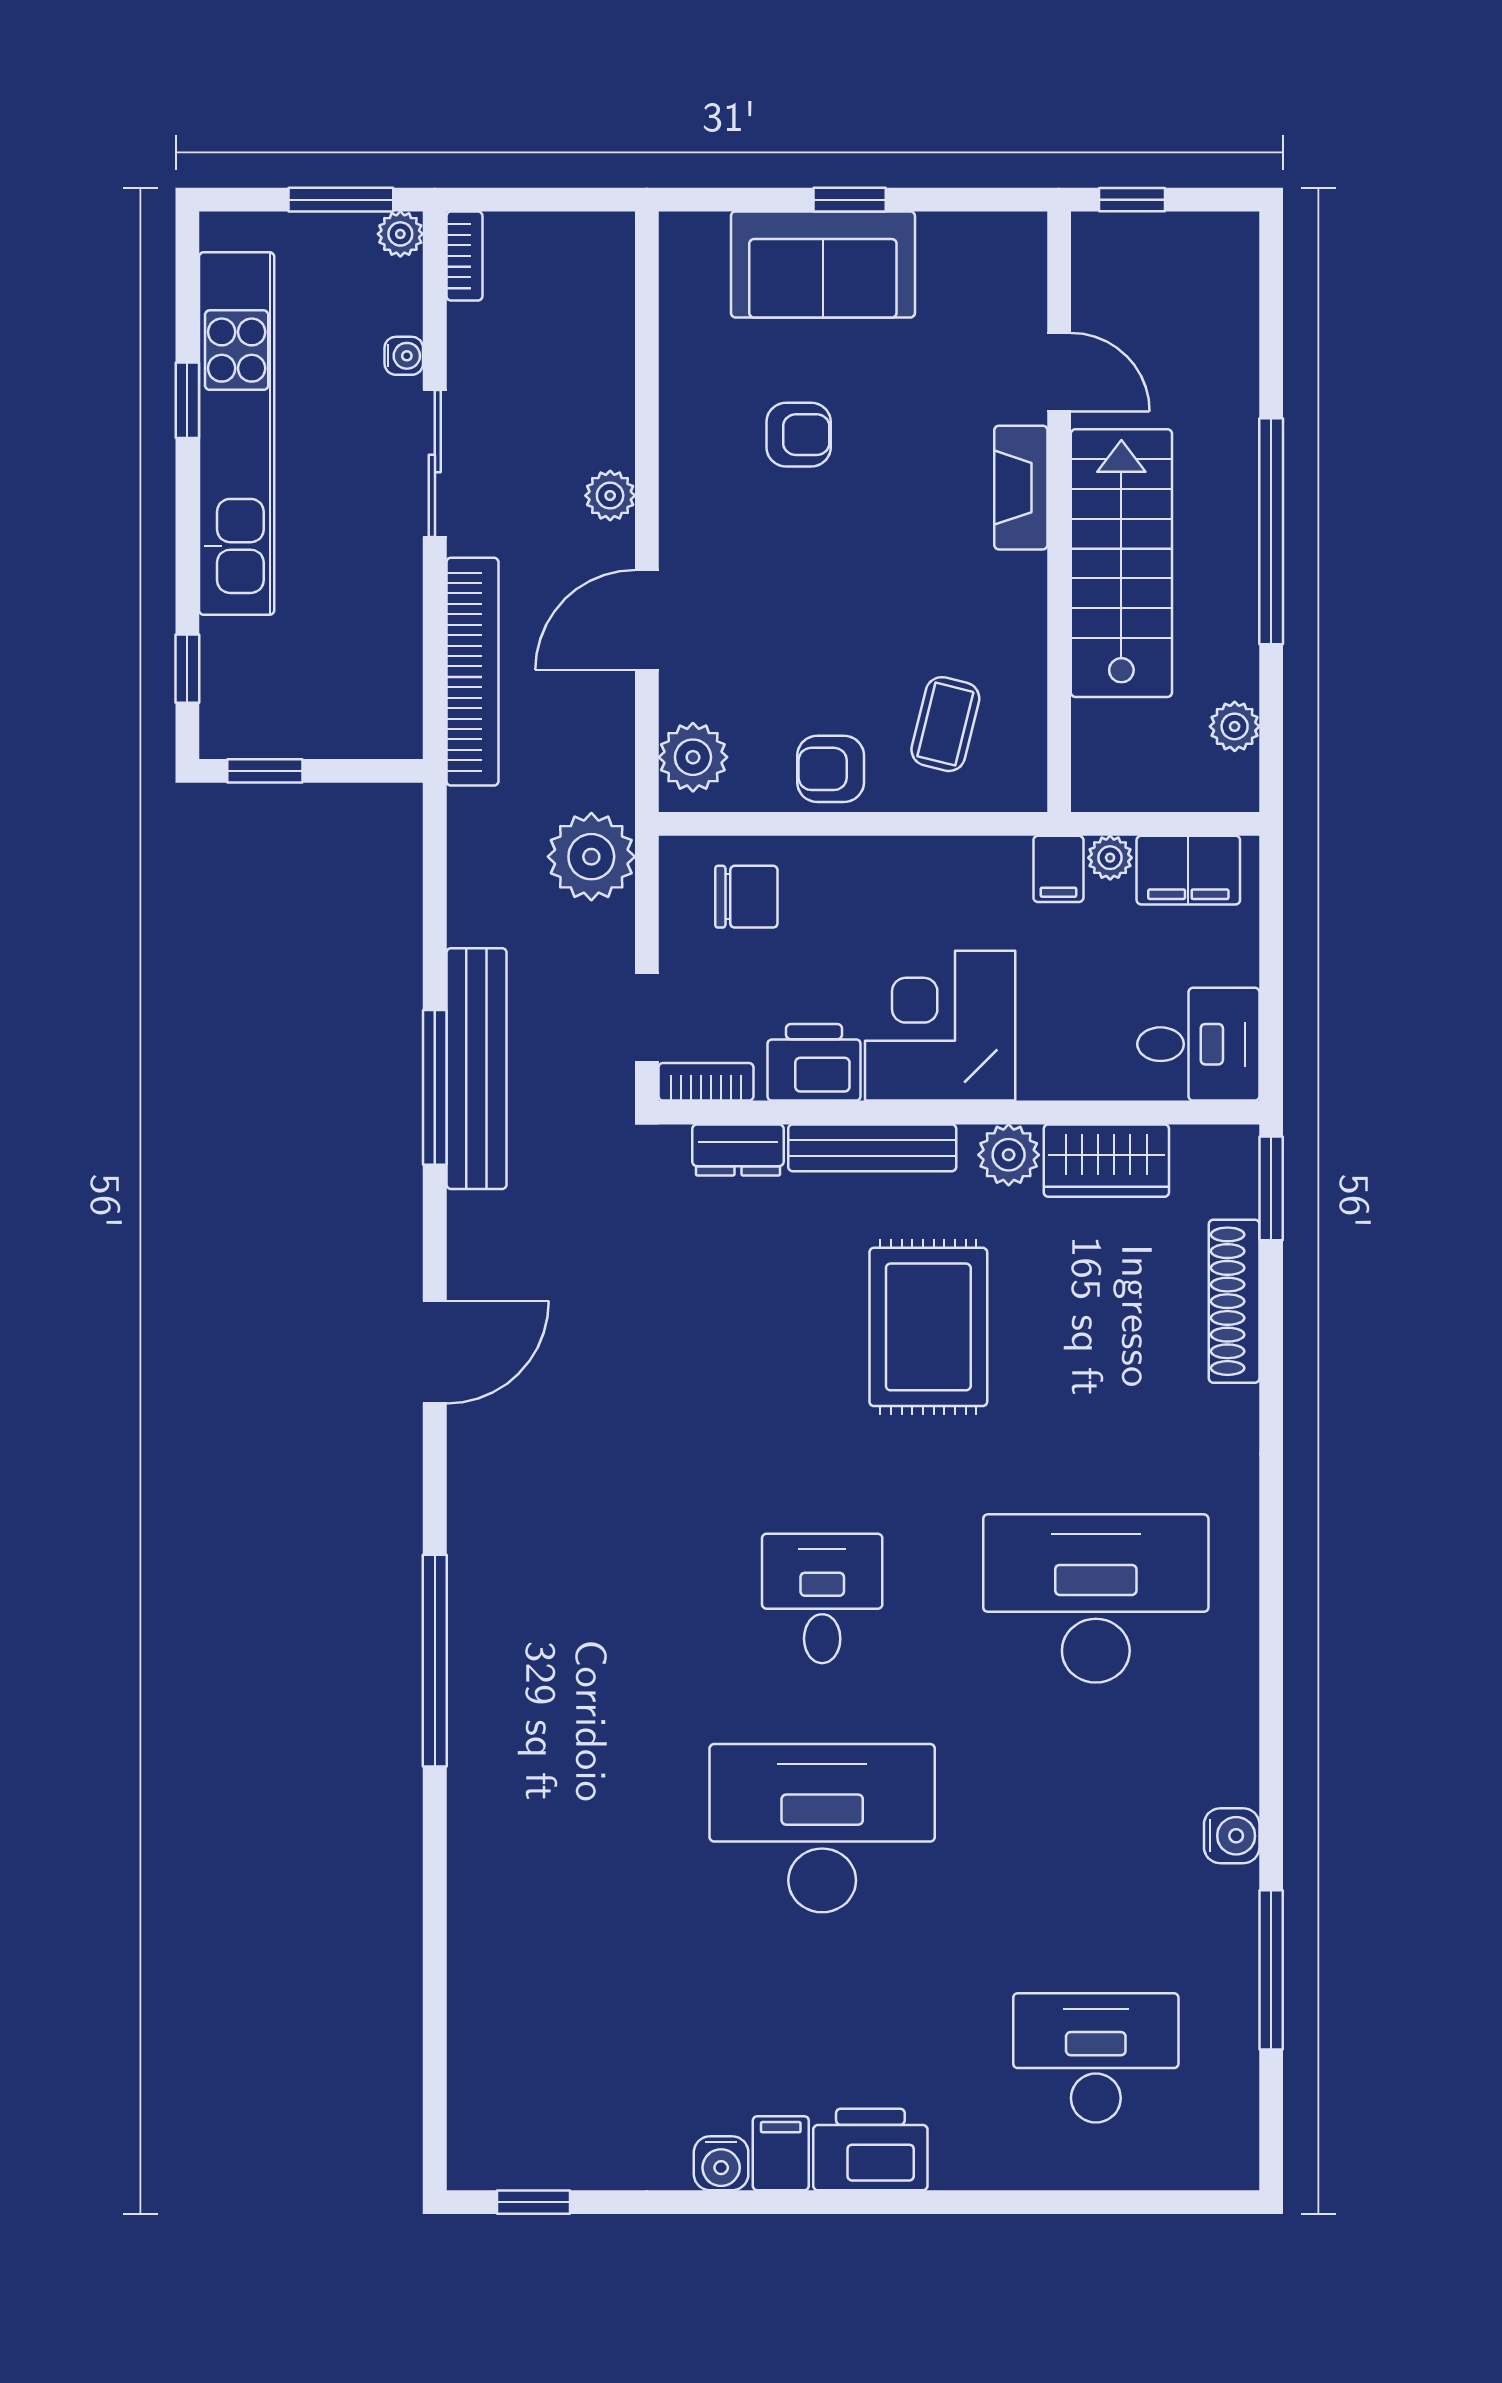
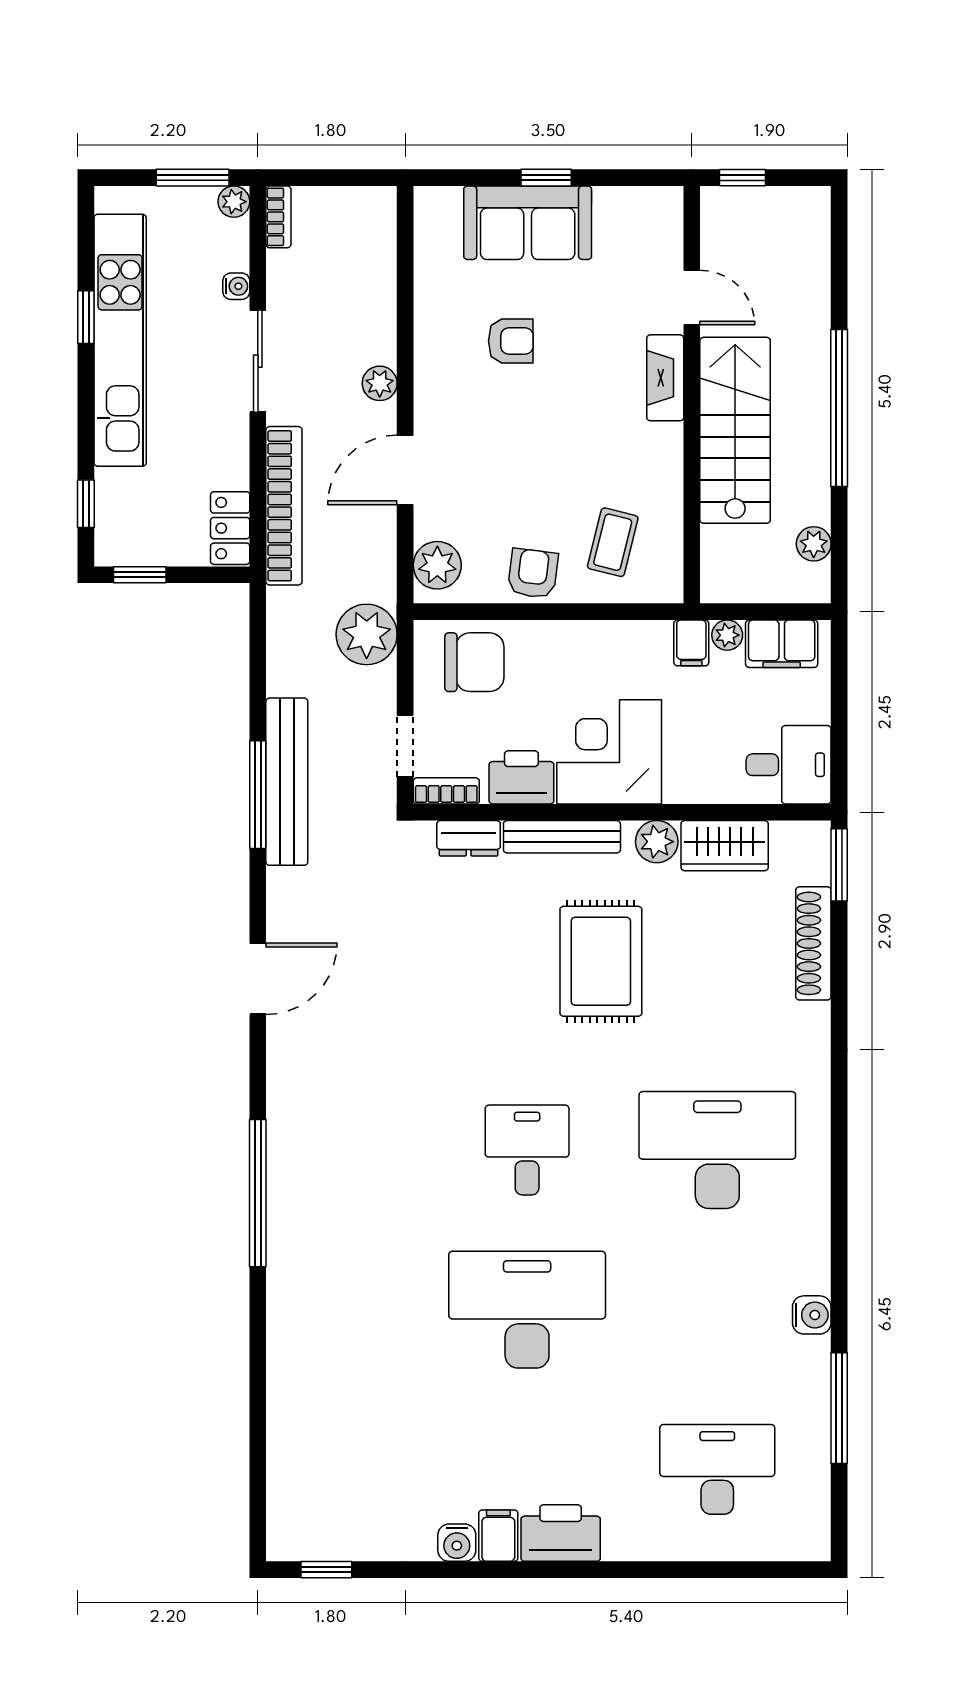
locker: (395, 704) -> (230, 528), added
armchair: (831, 769) -> (533, 573), turned 97
chair: (746, 897) -> (474, 662), width x1.37, depth x1.37

